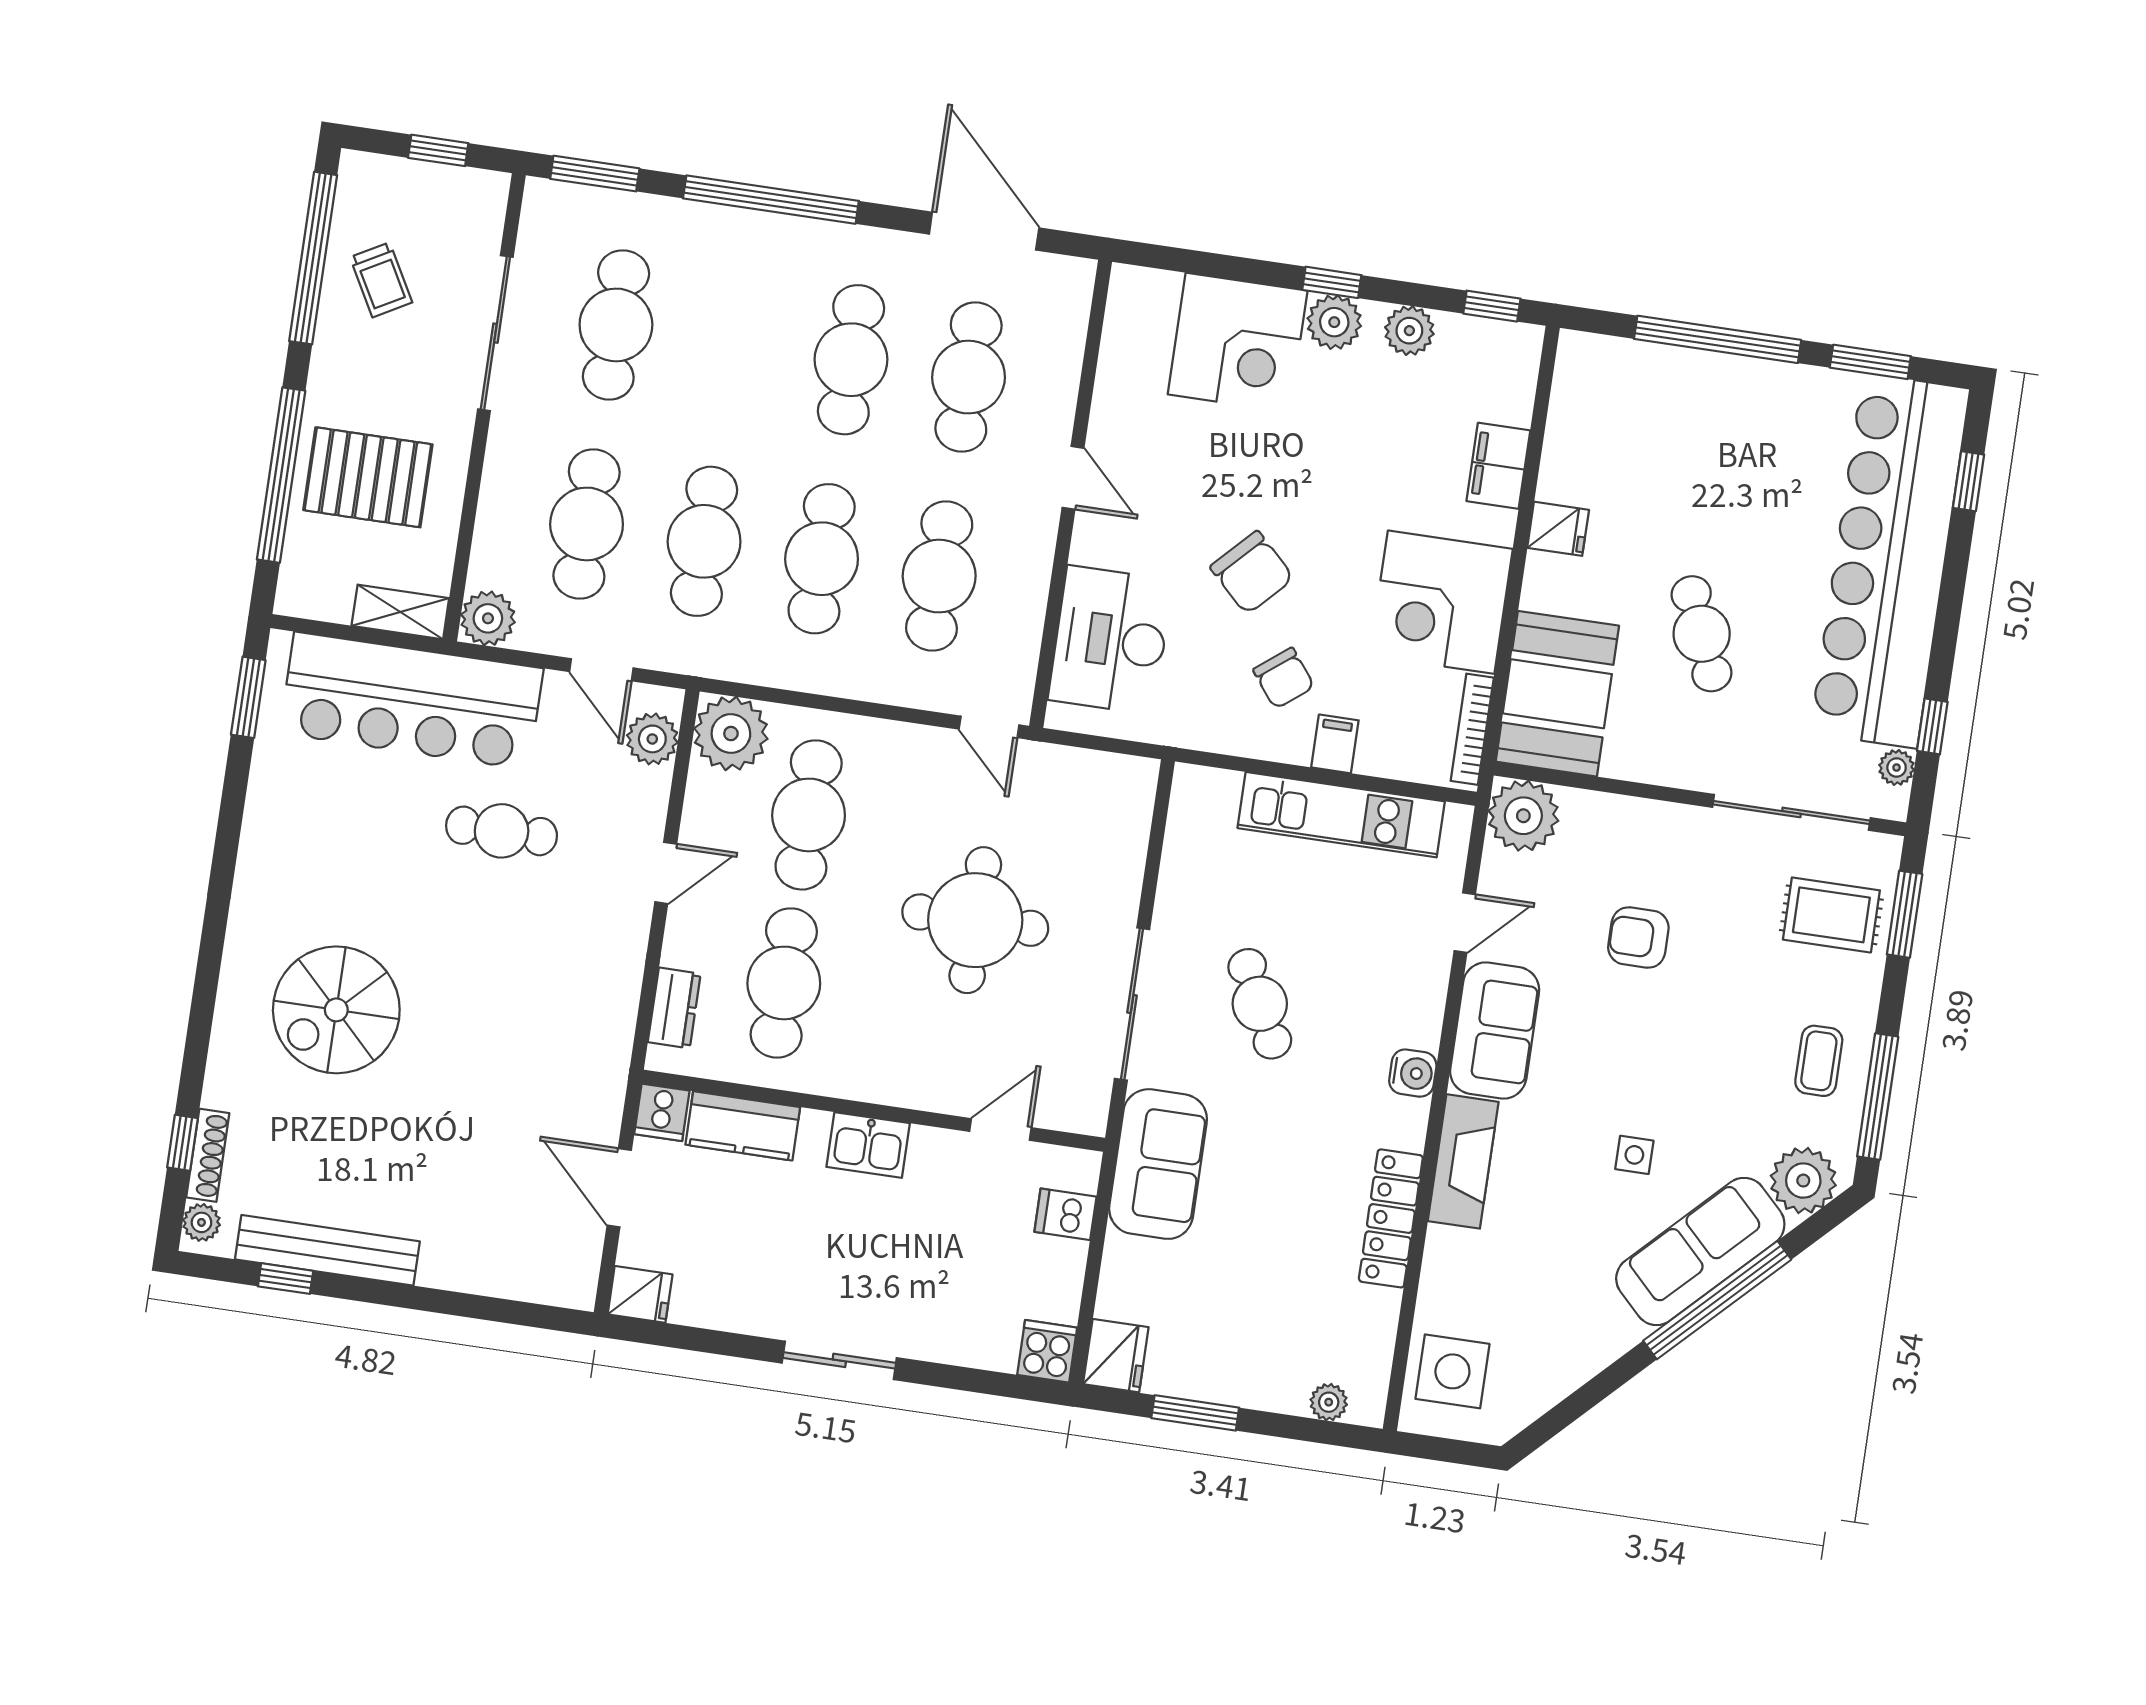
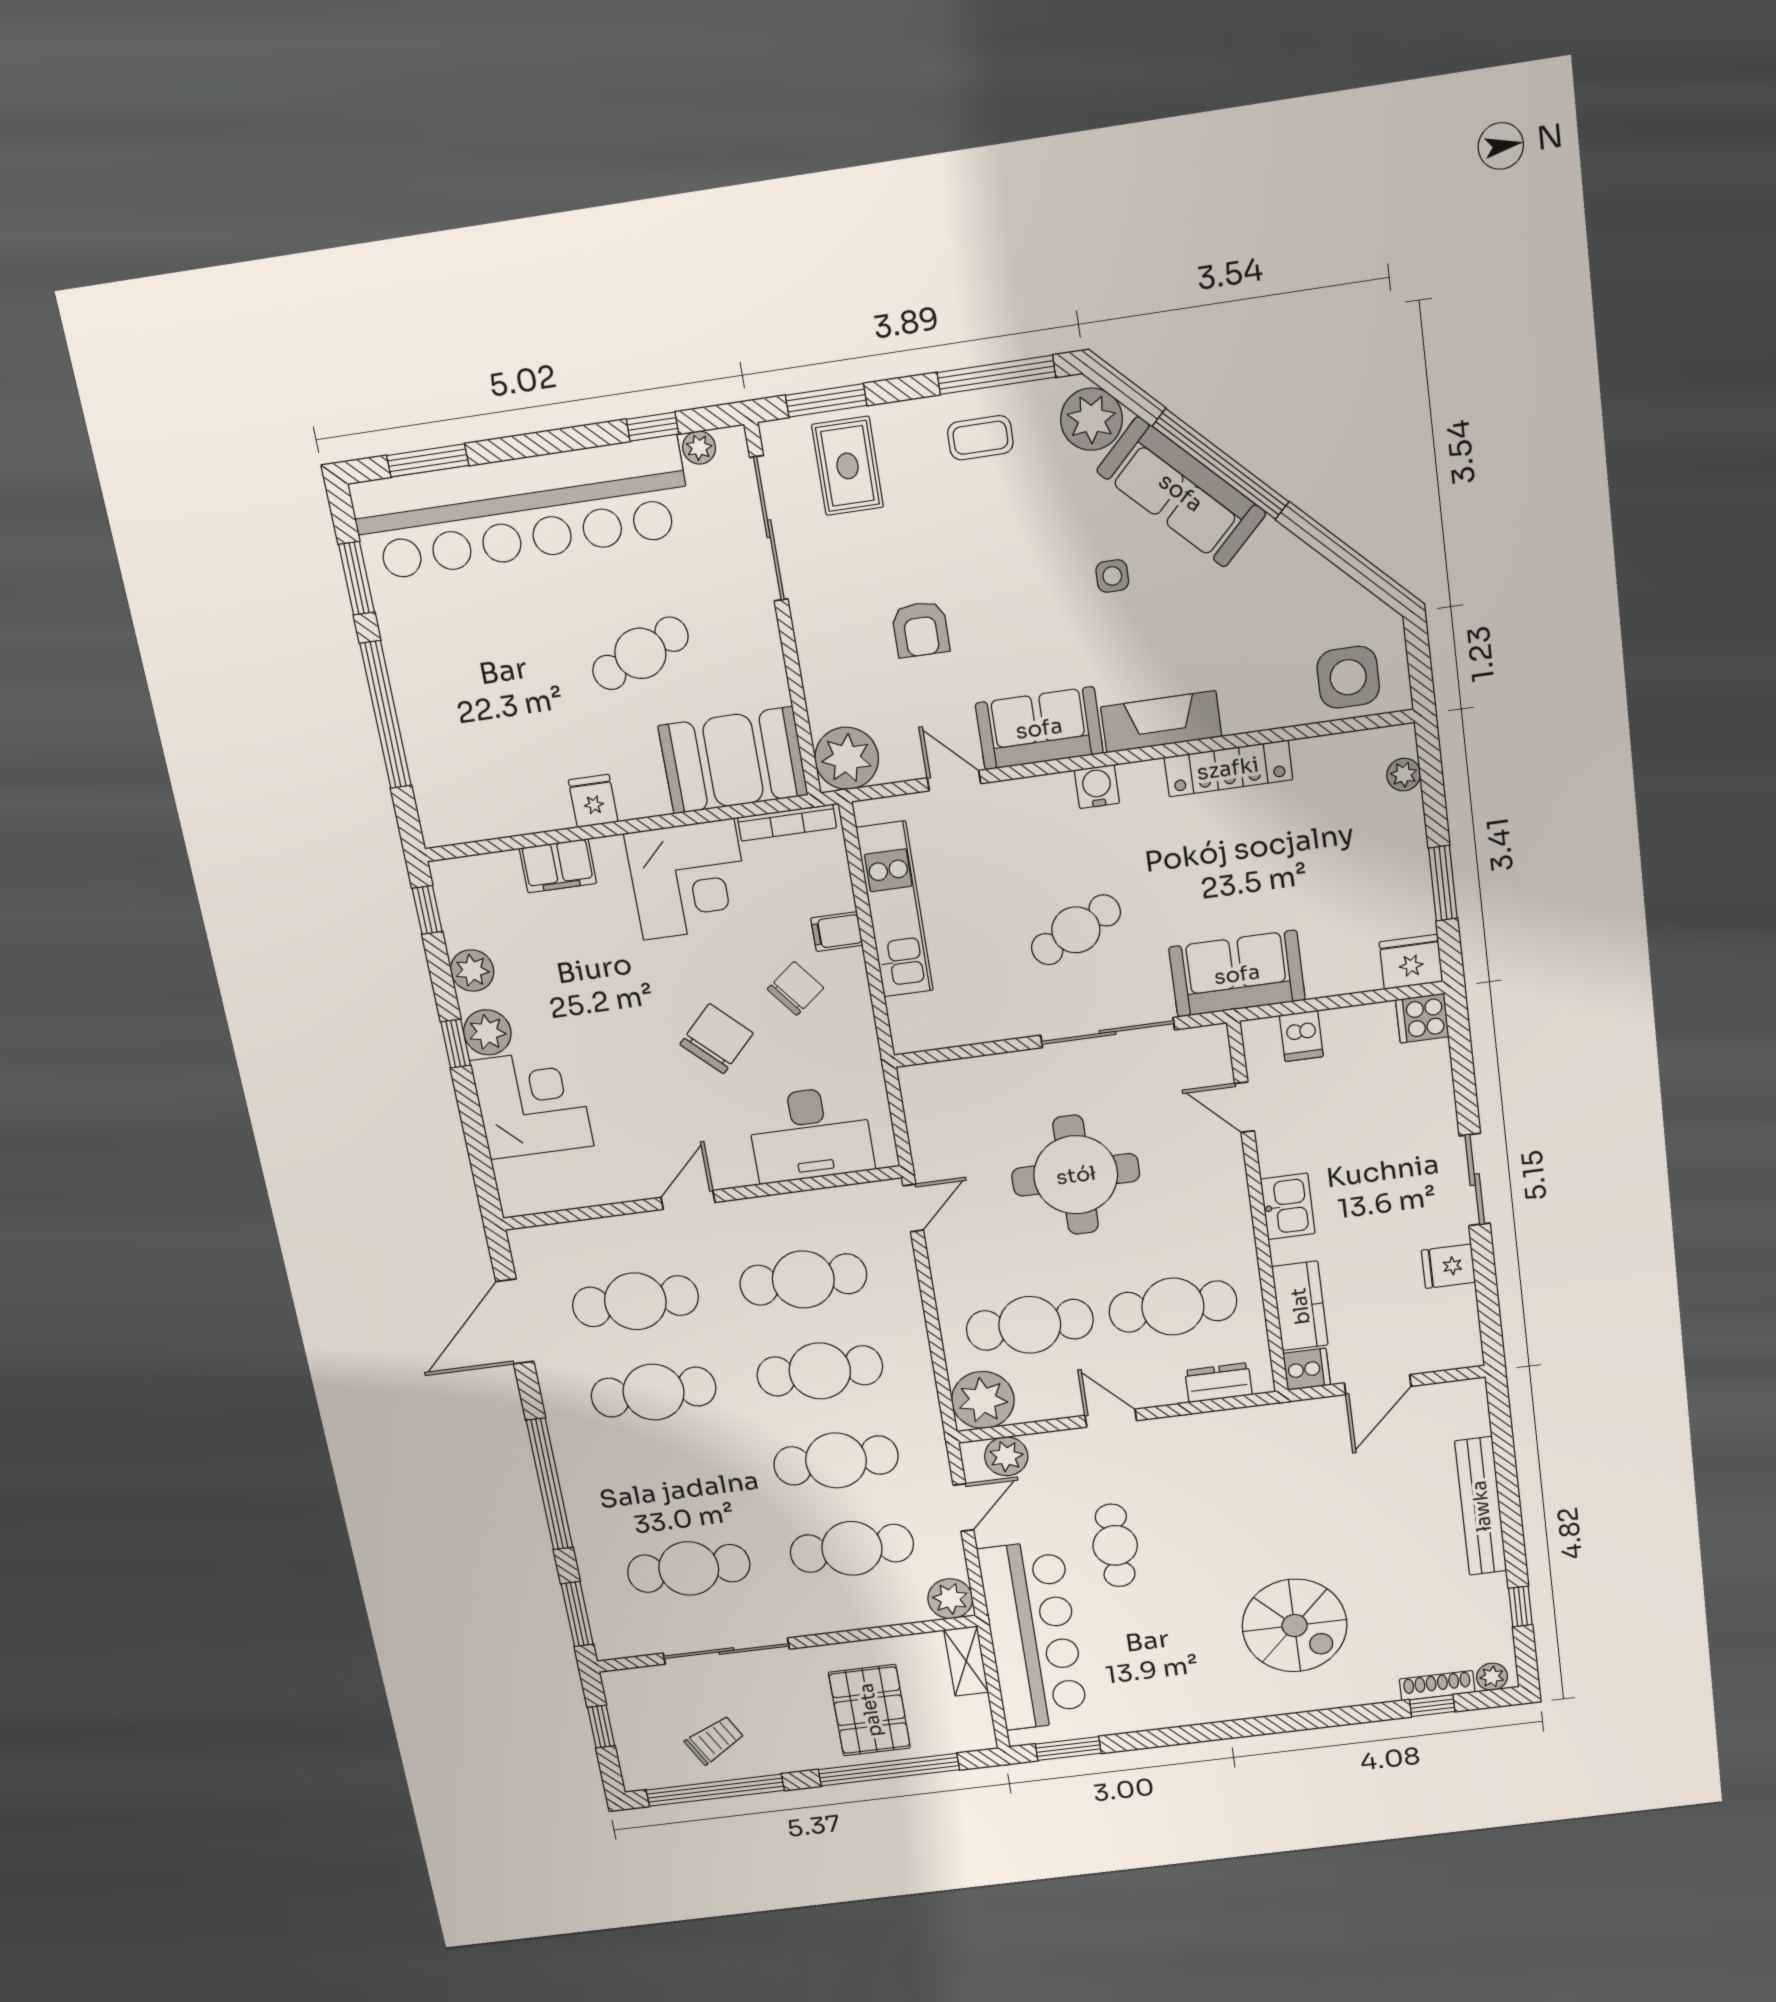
window: (1968, 481) -> (428, 460), width x1.50
bench: (327, 1250) -> (1481, 1506), moved
fridge: (640, 1294) -> (1448, 1266), moved, turned -90

